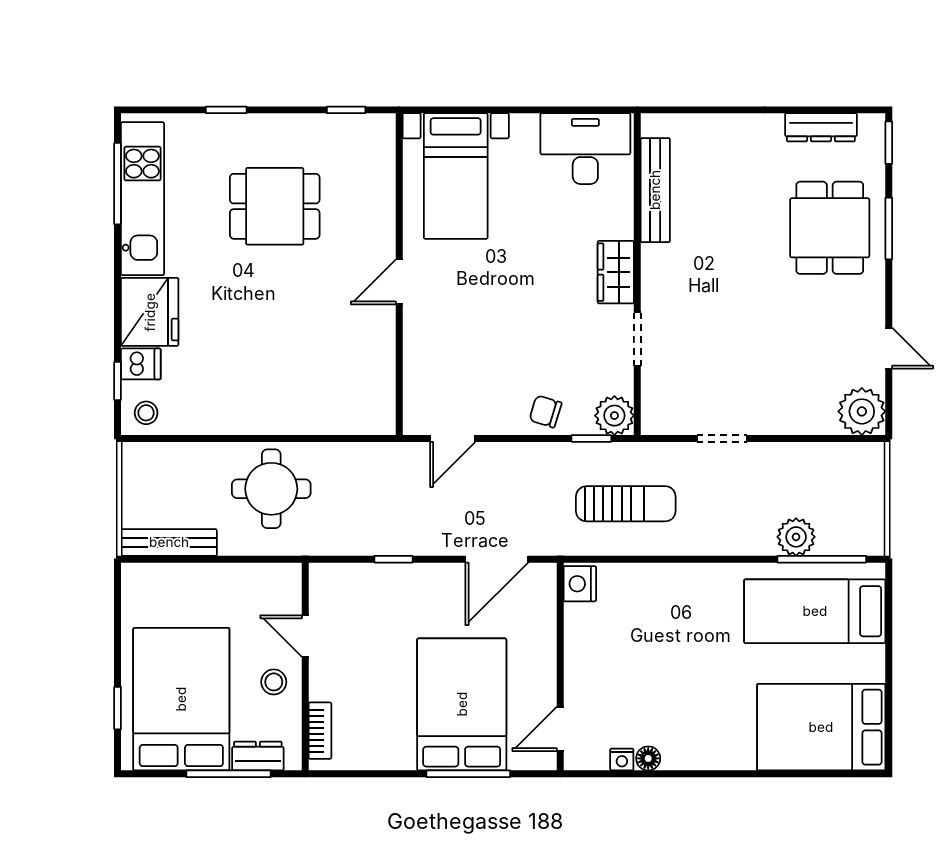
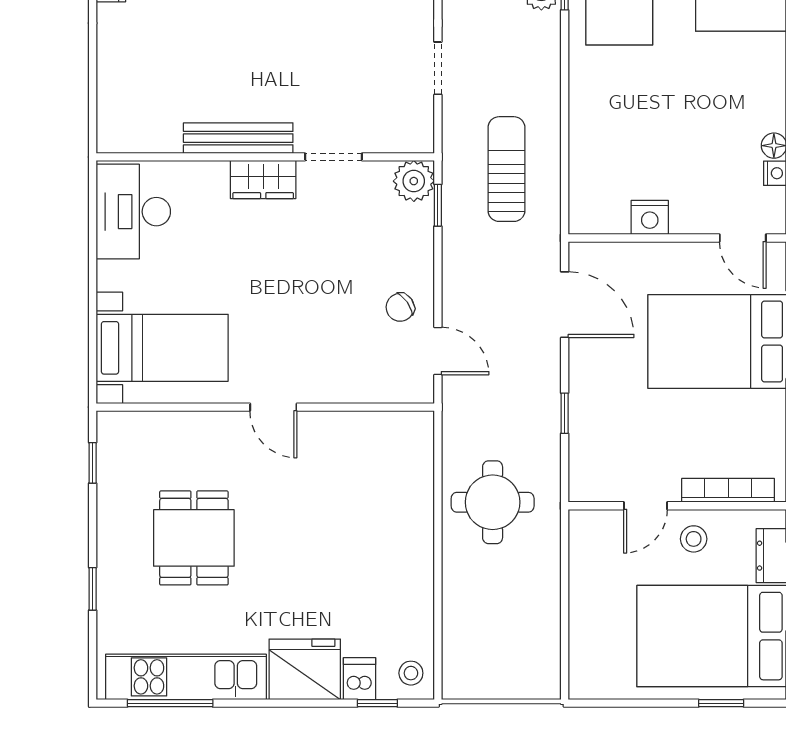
bench: (655, 190) -> (238, 138), moved
chair: (545, 411) -> (400, 307), moved, turned 38
round table: (271, 489) -> (493, 502), moved
bench: (169, 542) -> (547, 649), removed
nightstand: (580, 584) -> (650, 217), moved
bookcase: (320, 731) -> (728, 490), width x1.56

